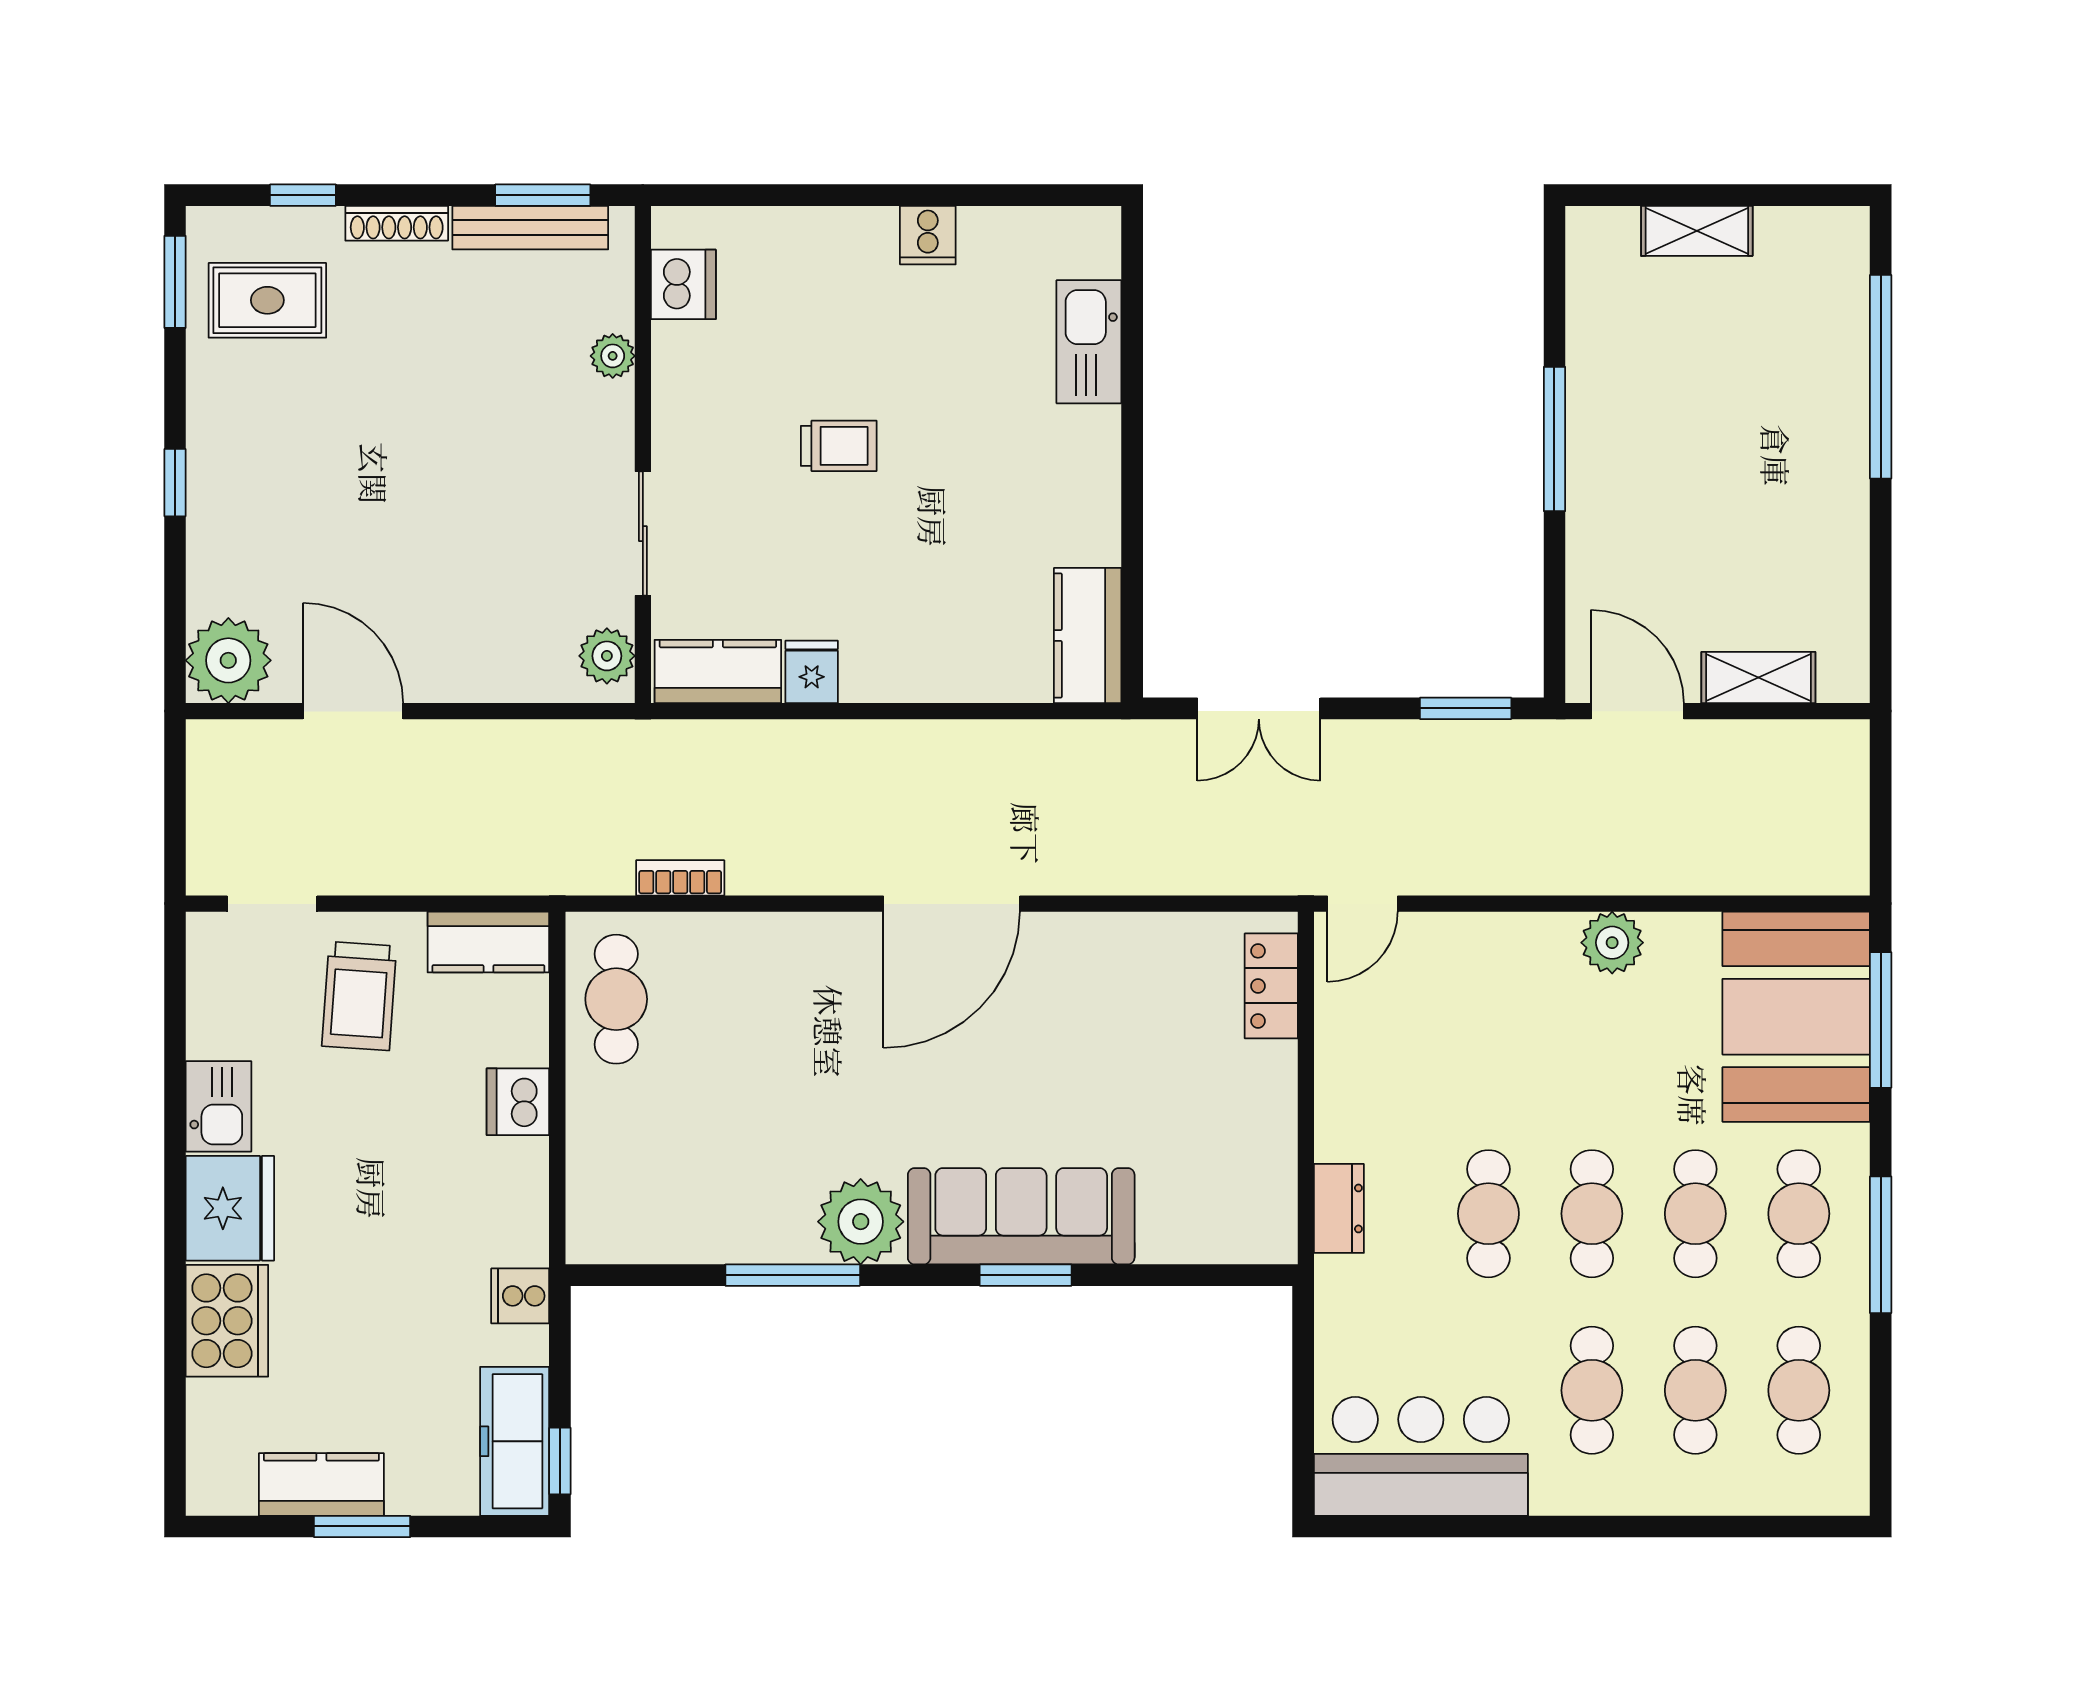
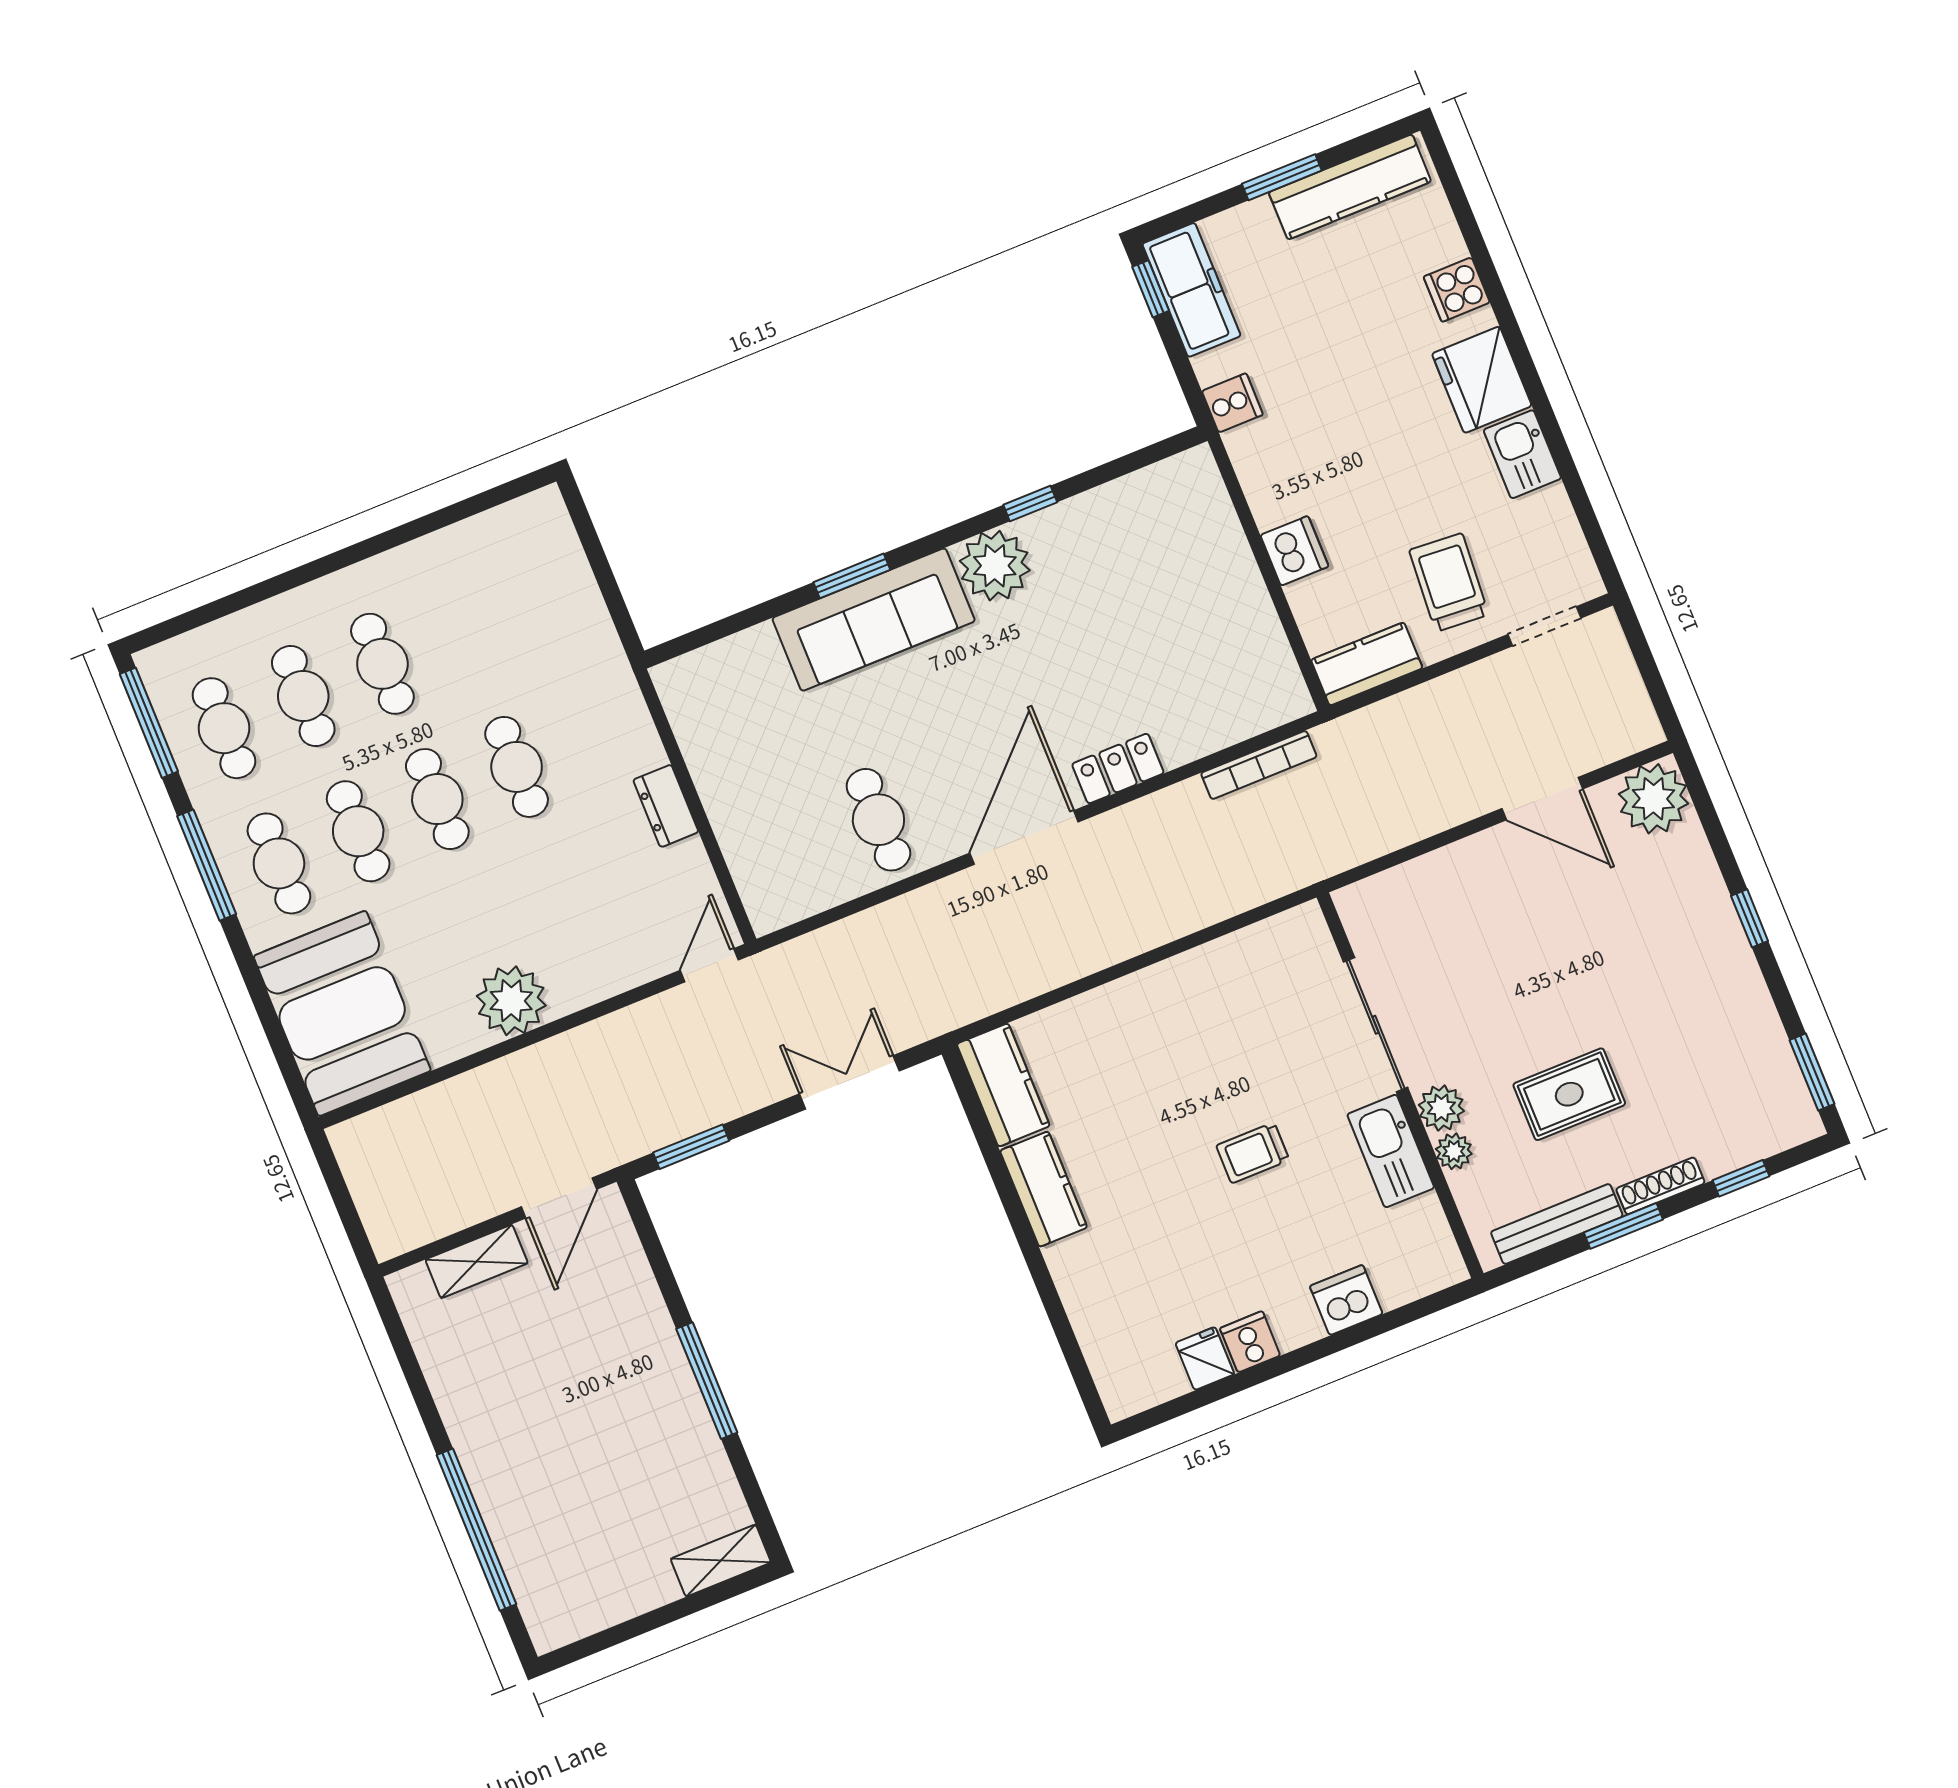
window: (543, 195) -> (1623, 1226), moved
shelving: (1697, 231) -> (721, 1561), moved
dishwasher: (683, 284) -> (1346, 1300), moved, turned 90
rug: (267, 300) -> (1569, 1094), moved
kitchen sink: (1089, 342) -> (1391, 1151), moved, turned 180
sliding door: (643, 534) -> (1376, 1025), width x1.37
plant: (607, 656) -> (1441, 1108), moved
kitchen counter: (718, 671) -> (1044, 1189), moved, turned -90
fridge: (812, 672) -> (1205, 1359), moved, turned 180
door: (1637, 711) -> (559, 1198), hinge flipped
bookcase: (680, 878) -> (1259, 765), width x1.56
plant: (1612, 943) -> (511, 1001), width x1.36, depth x1.36
locker: (1271, 986) -> (1118, 768), moved, turned -90
cafe table: (616, 999) -> (878, 820), moved
window: (1881, 1020) -> (149, 723), moved
dresser: (1339, 1208) -> (666, 806), moved
window: (793, 1275) -> (1030, 503), width x0.46
cooker: (227, 1321) -> (1457, 290), width x0.53, depth x0.76
bar counter: (1421, 1456) -> (493, 560), removed
kitchen counter: (321, 1484) -> (1350, 187), width x1.50

